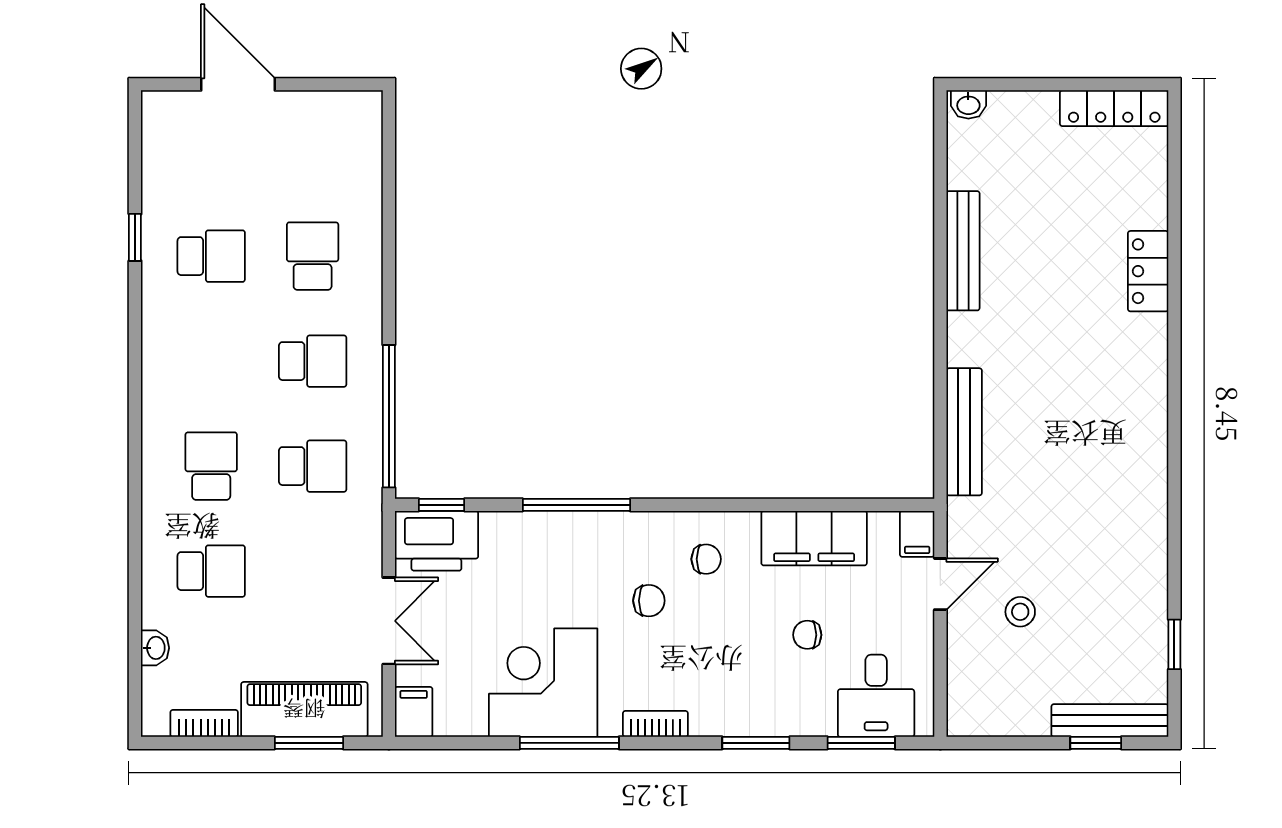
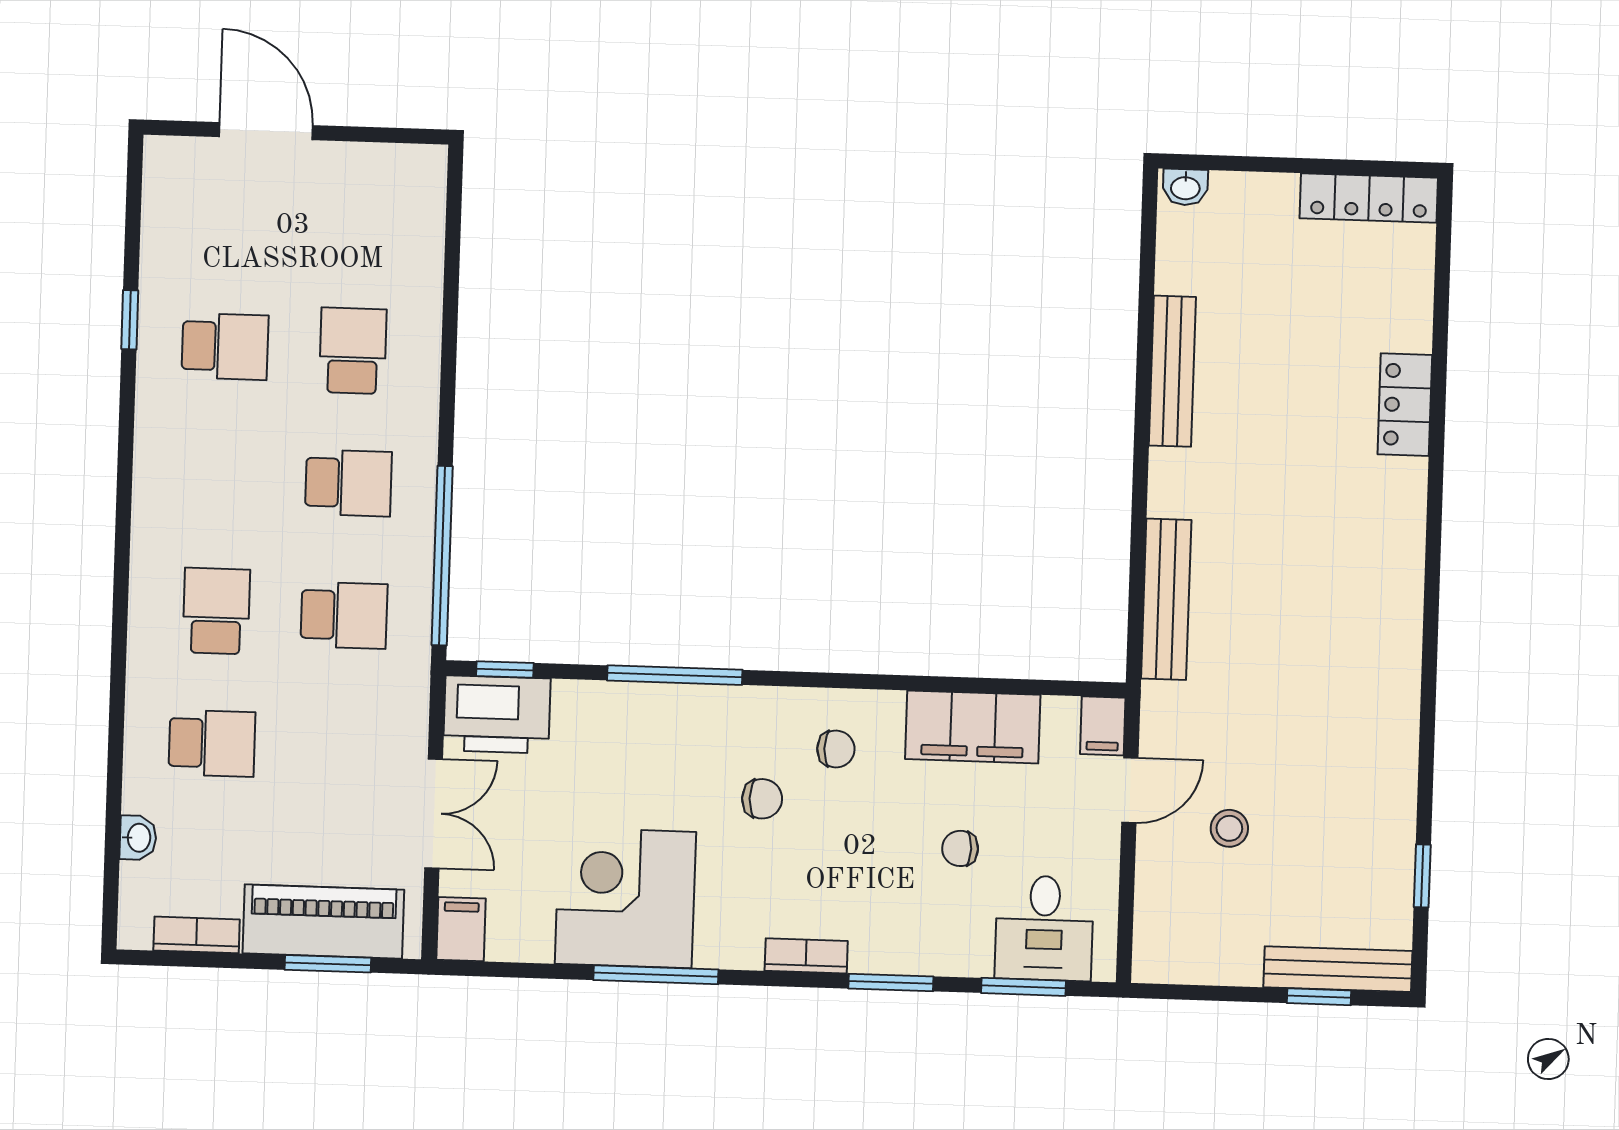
bookcase: (655, 724) -> (806, 956), moved

